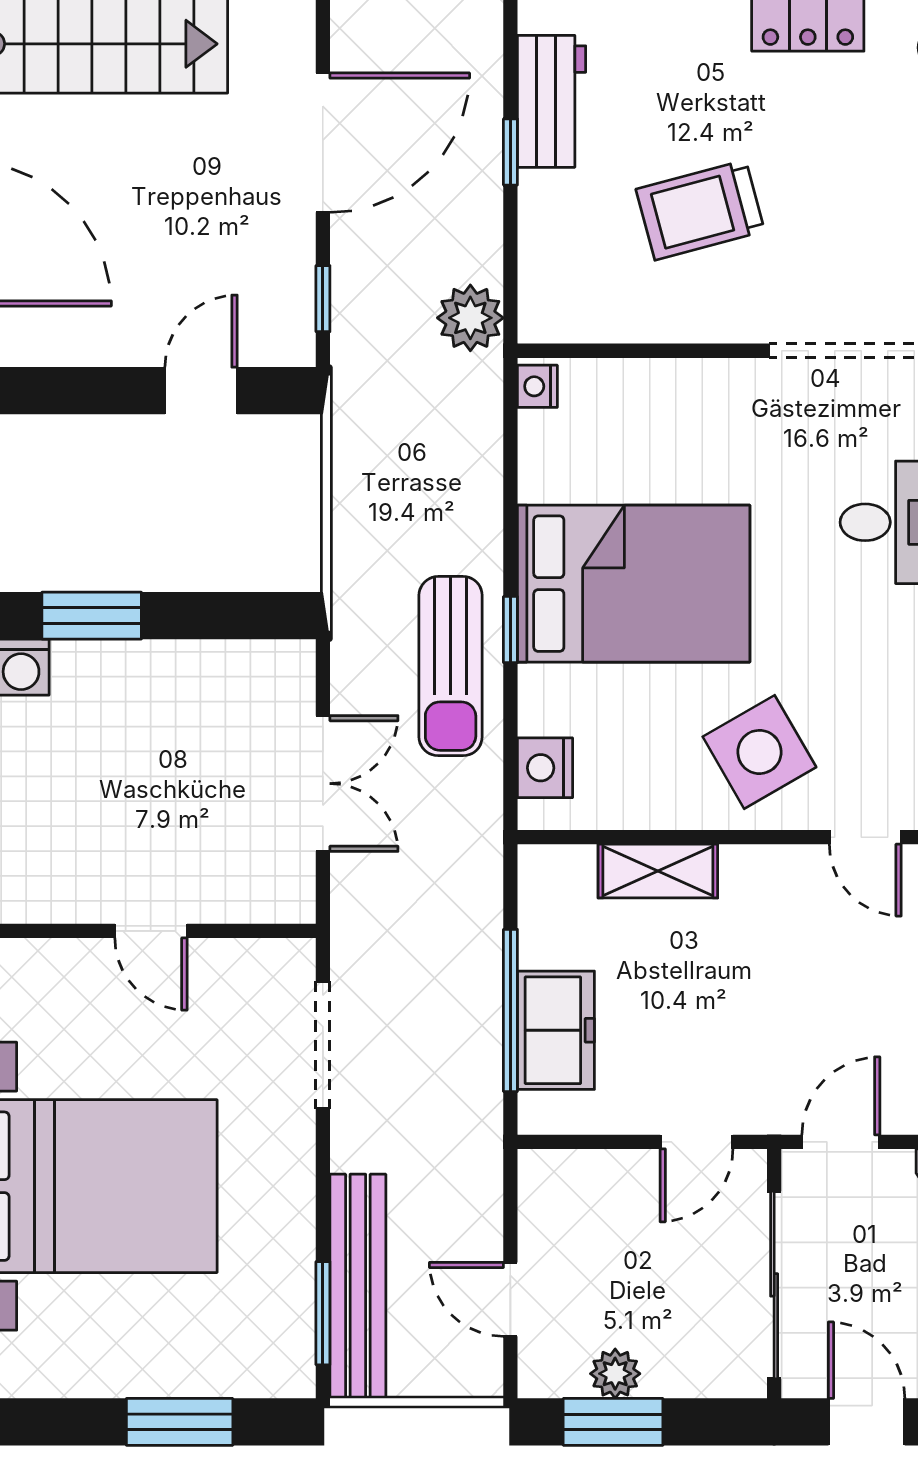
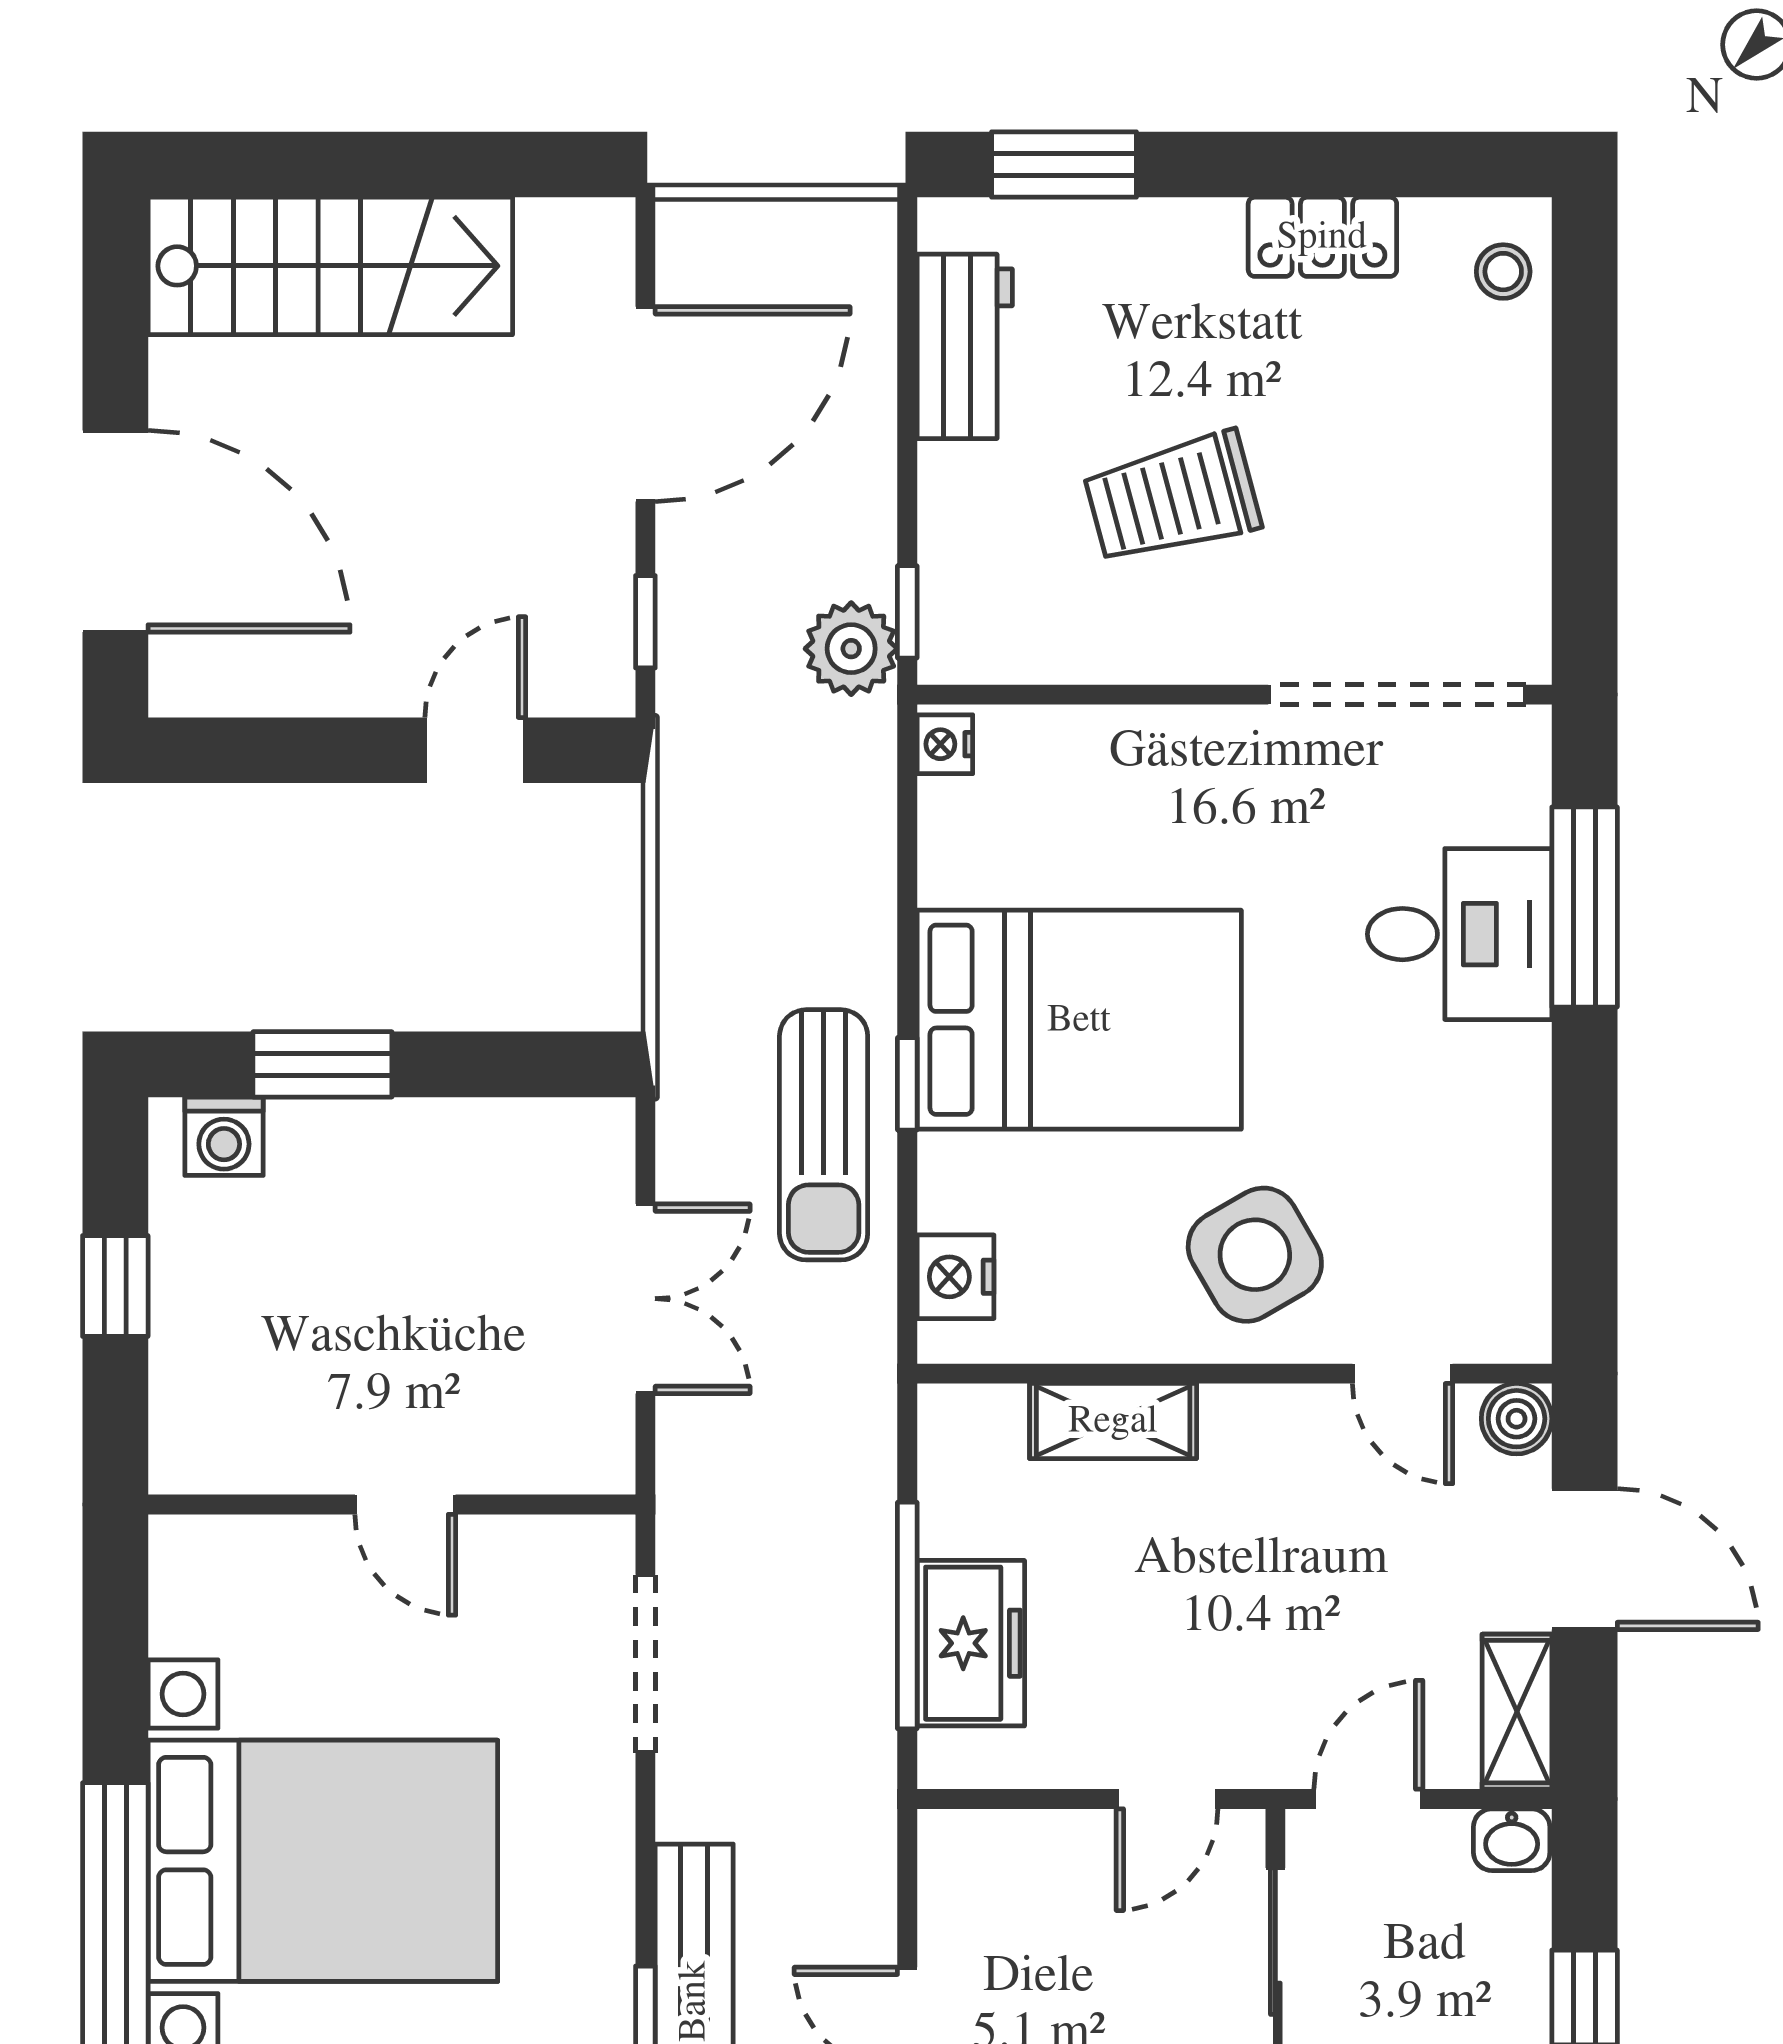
window: (510, 152) -> (907, 612), moved

